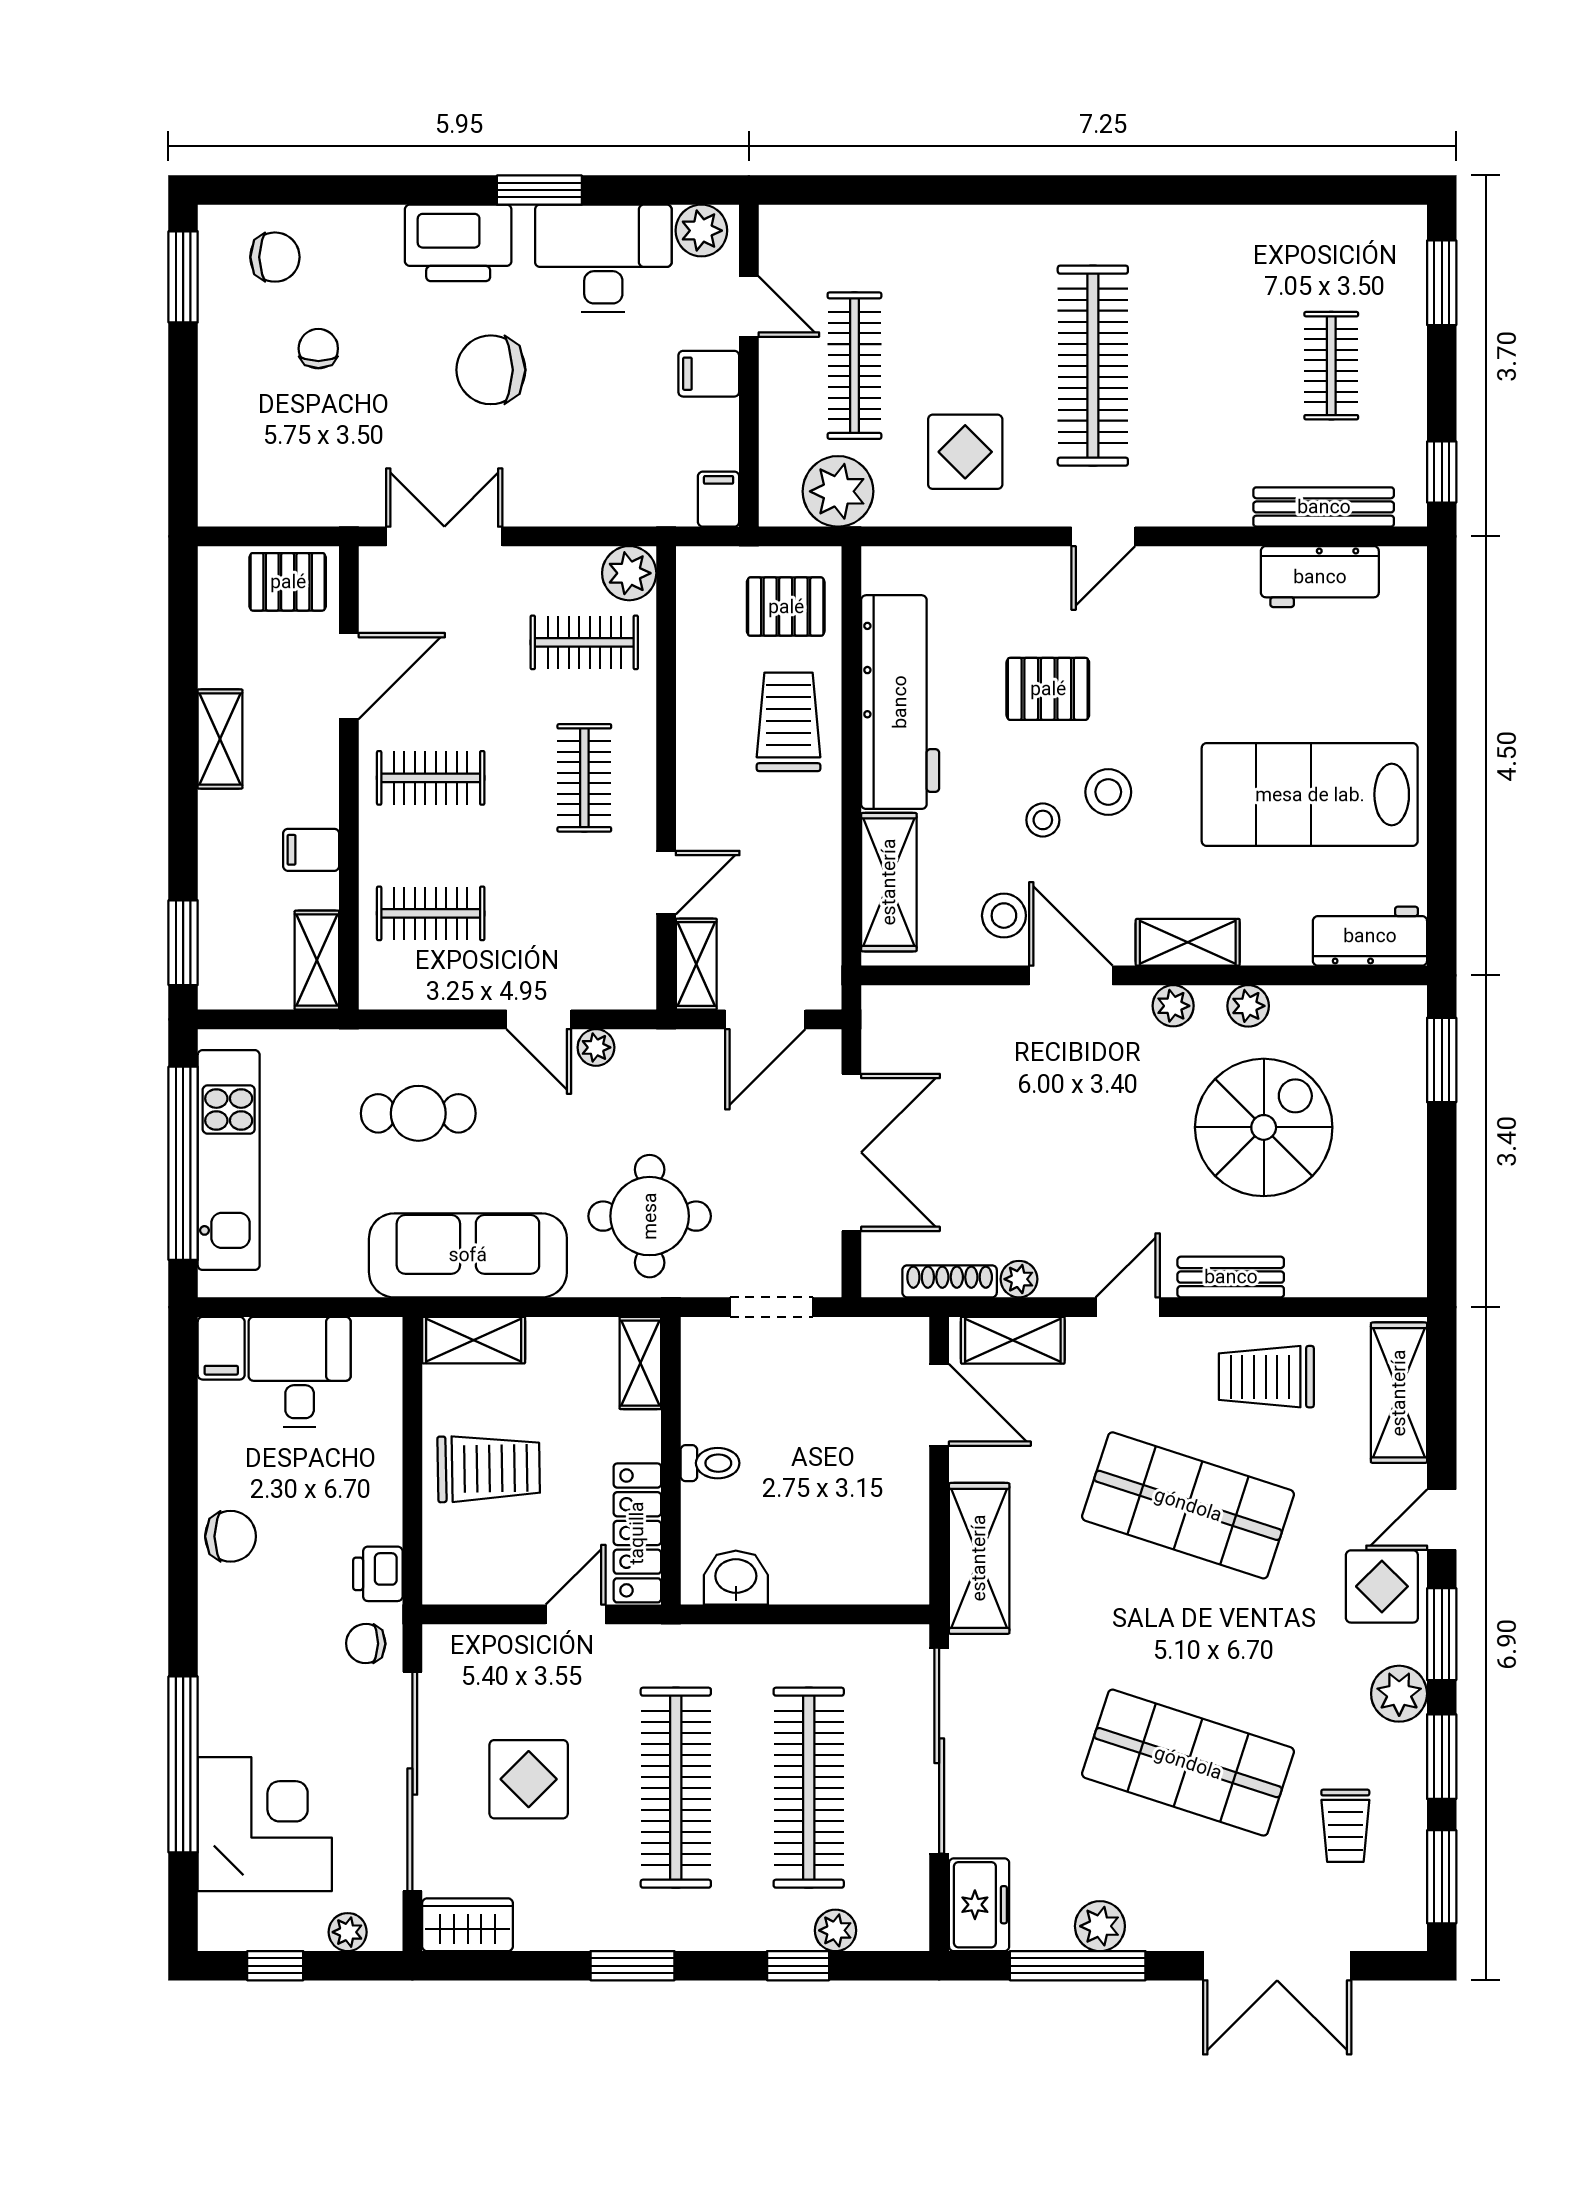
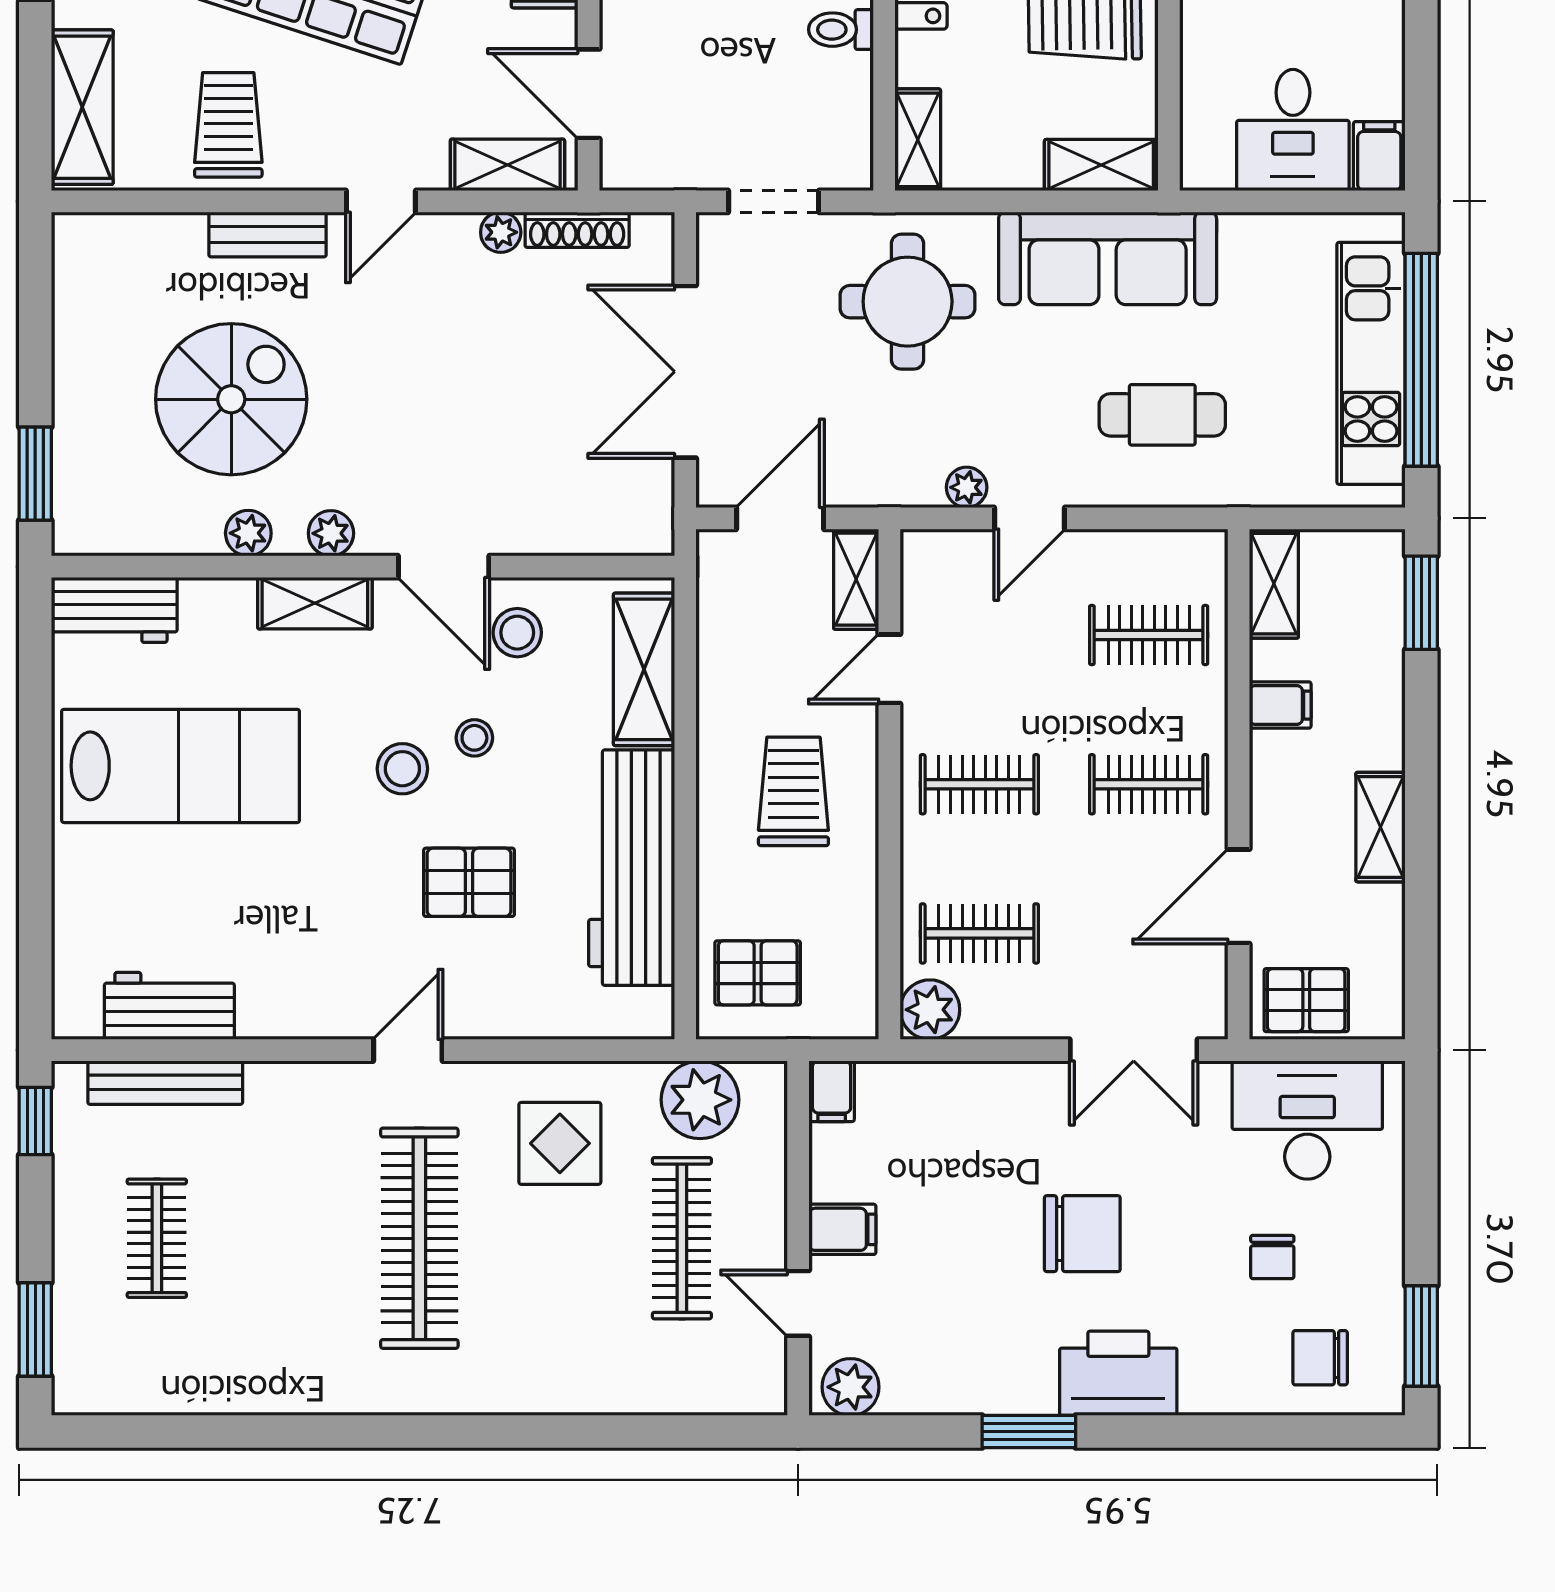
desk: (603, 258) -> (1307, 1120), moved, turned 180
trolley: (789, 722) -> (793, 791), moved, turned 180
clothes rail: (584, 778) -> (979, 784), turned 90
door: (539, 1019) -> (1030, 518), swing flipped
spiral stairs: (1264, 1127) -> (231, 399), turned 180
trolley: (1266, 1377) -> (228, 125), turned -90

